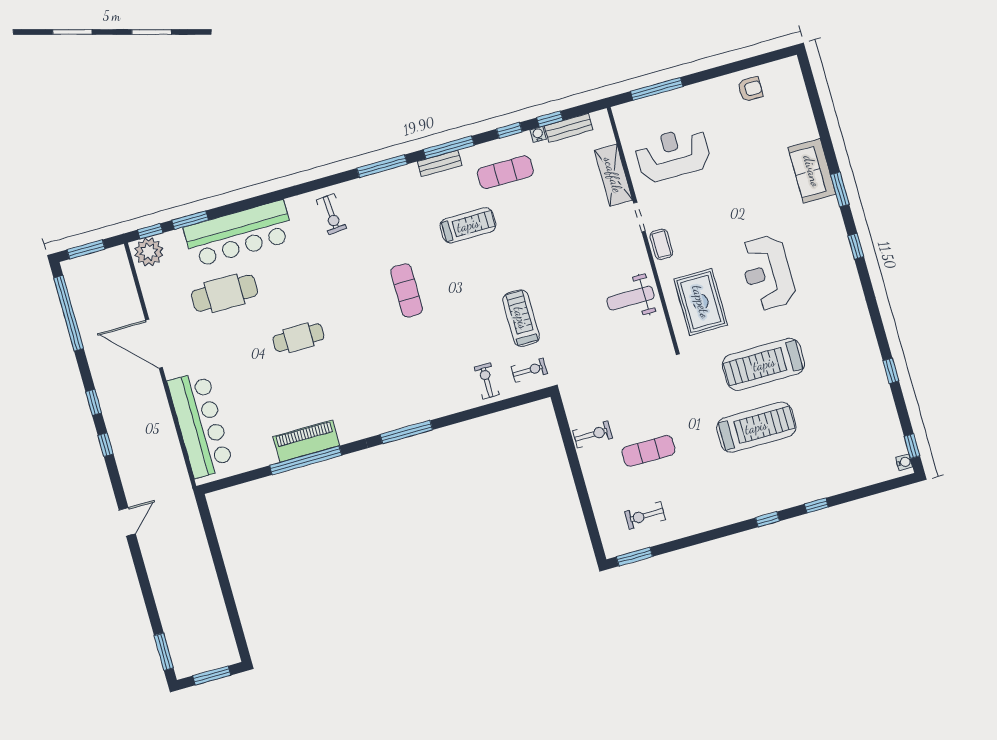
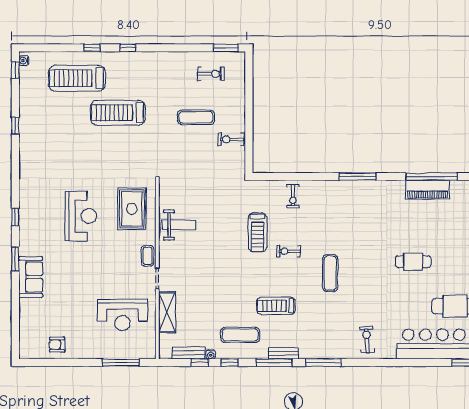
treadmill: (764, 364) -> (77, 78), moved, turned 180
exercise bike: (529, 370) -> (289, 251), moved

